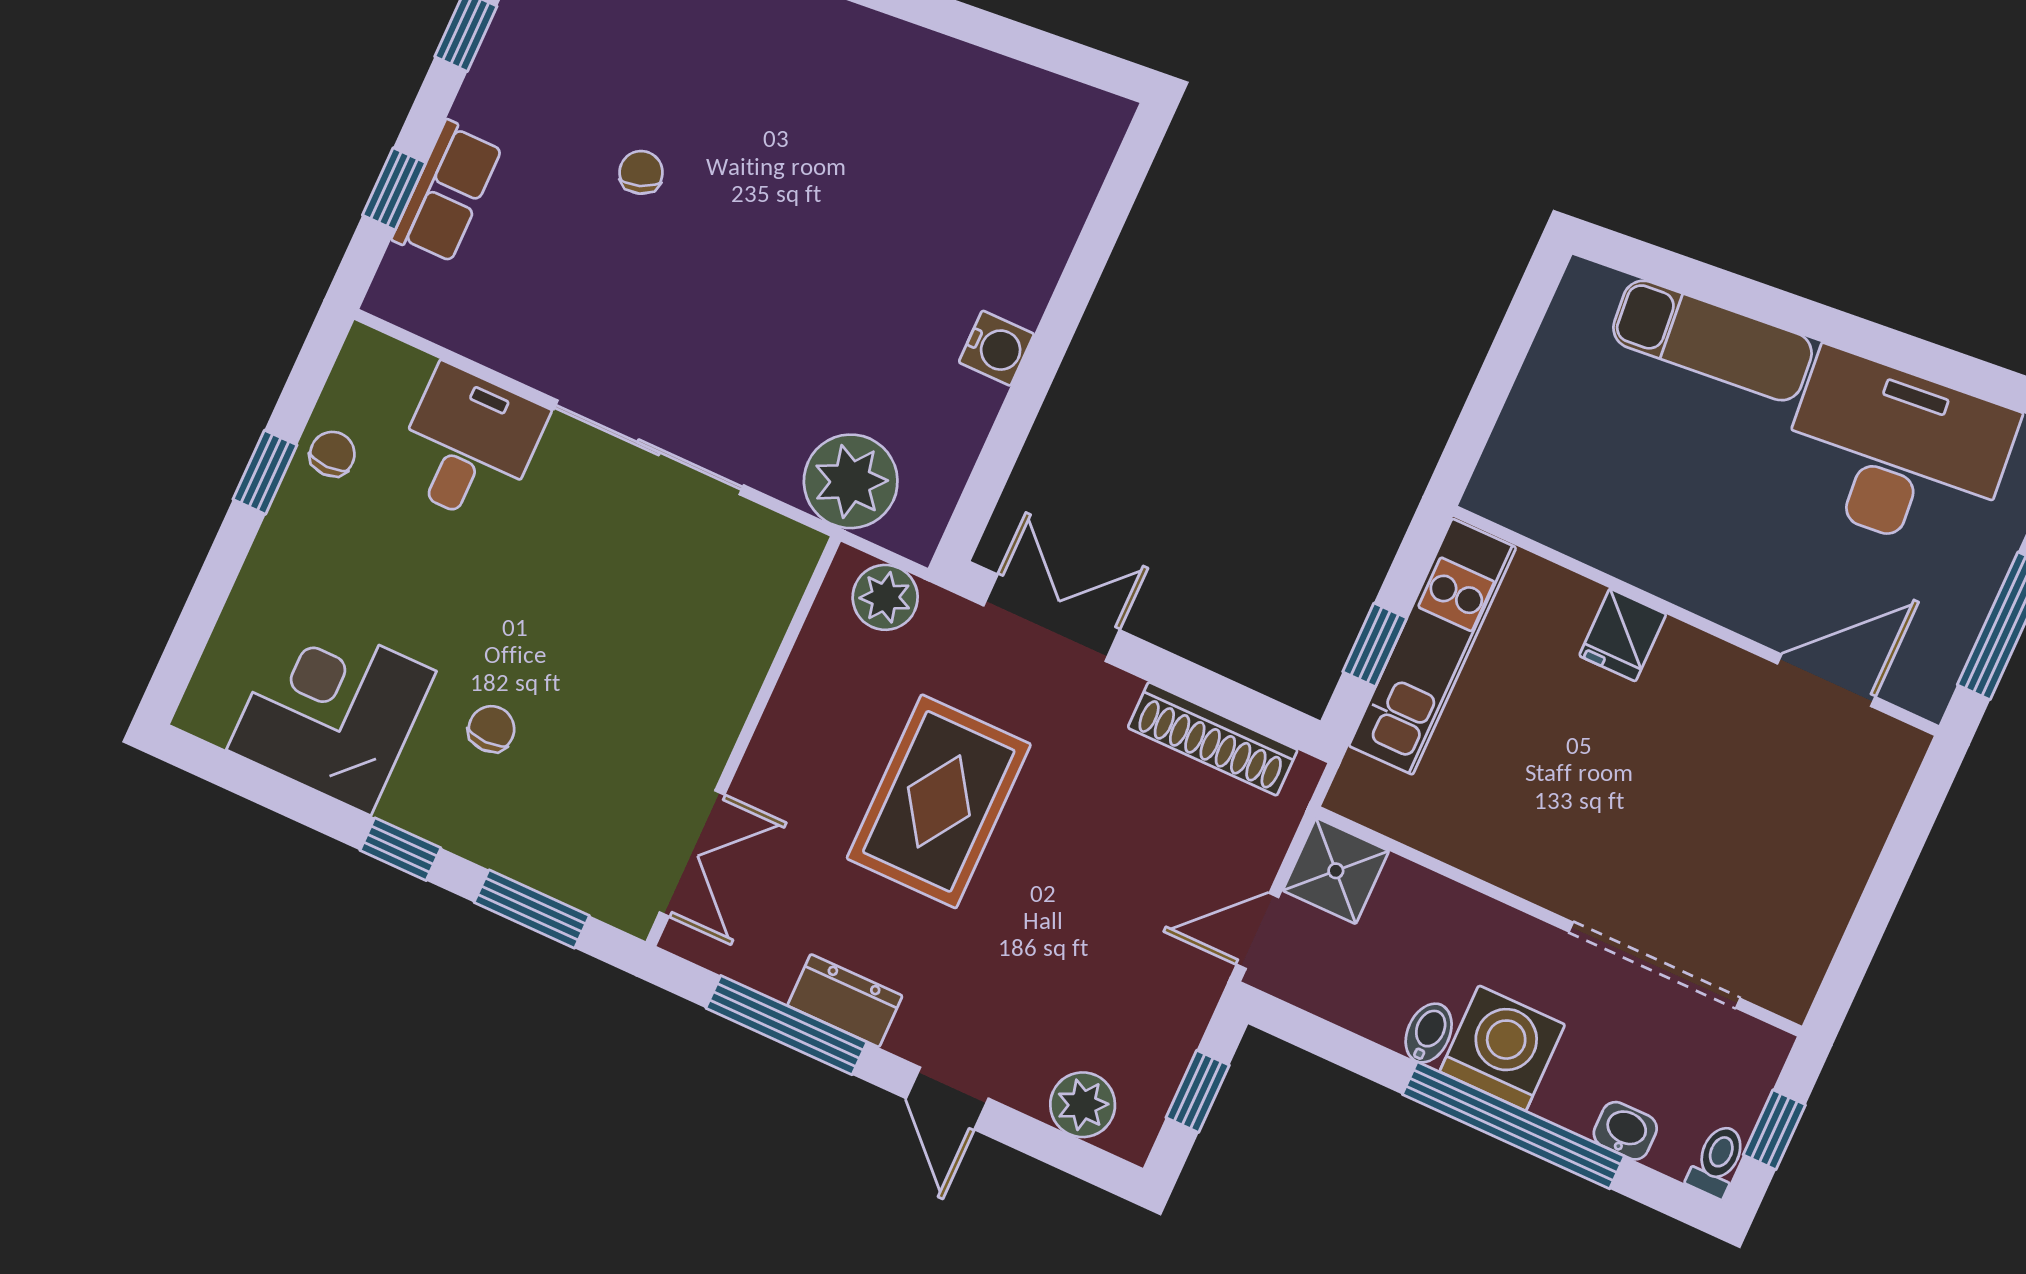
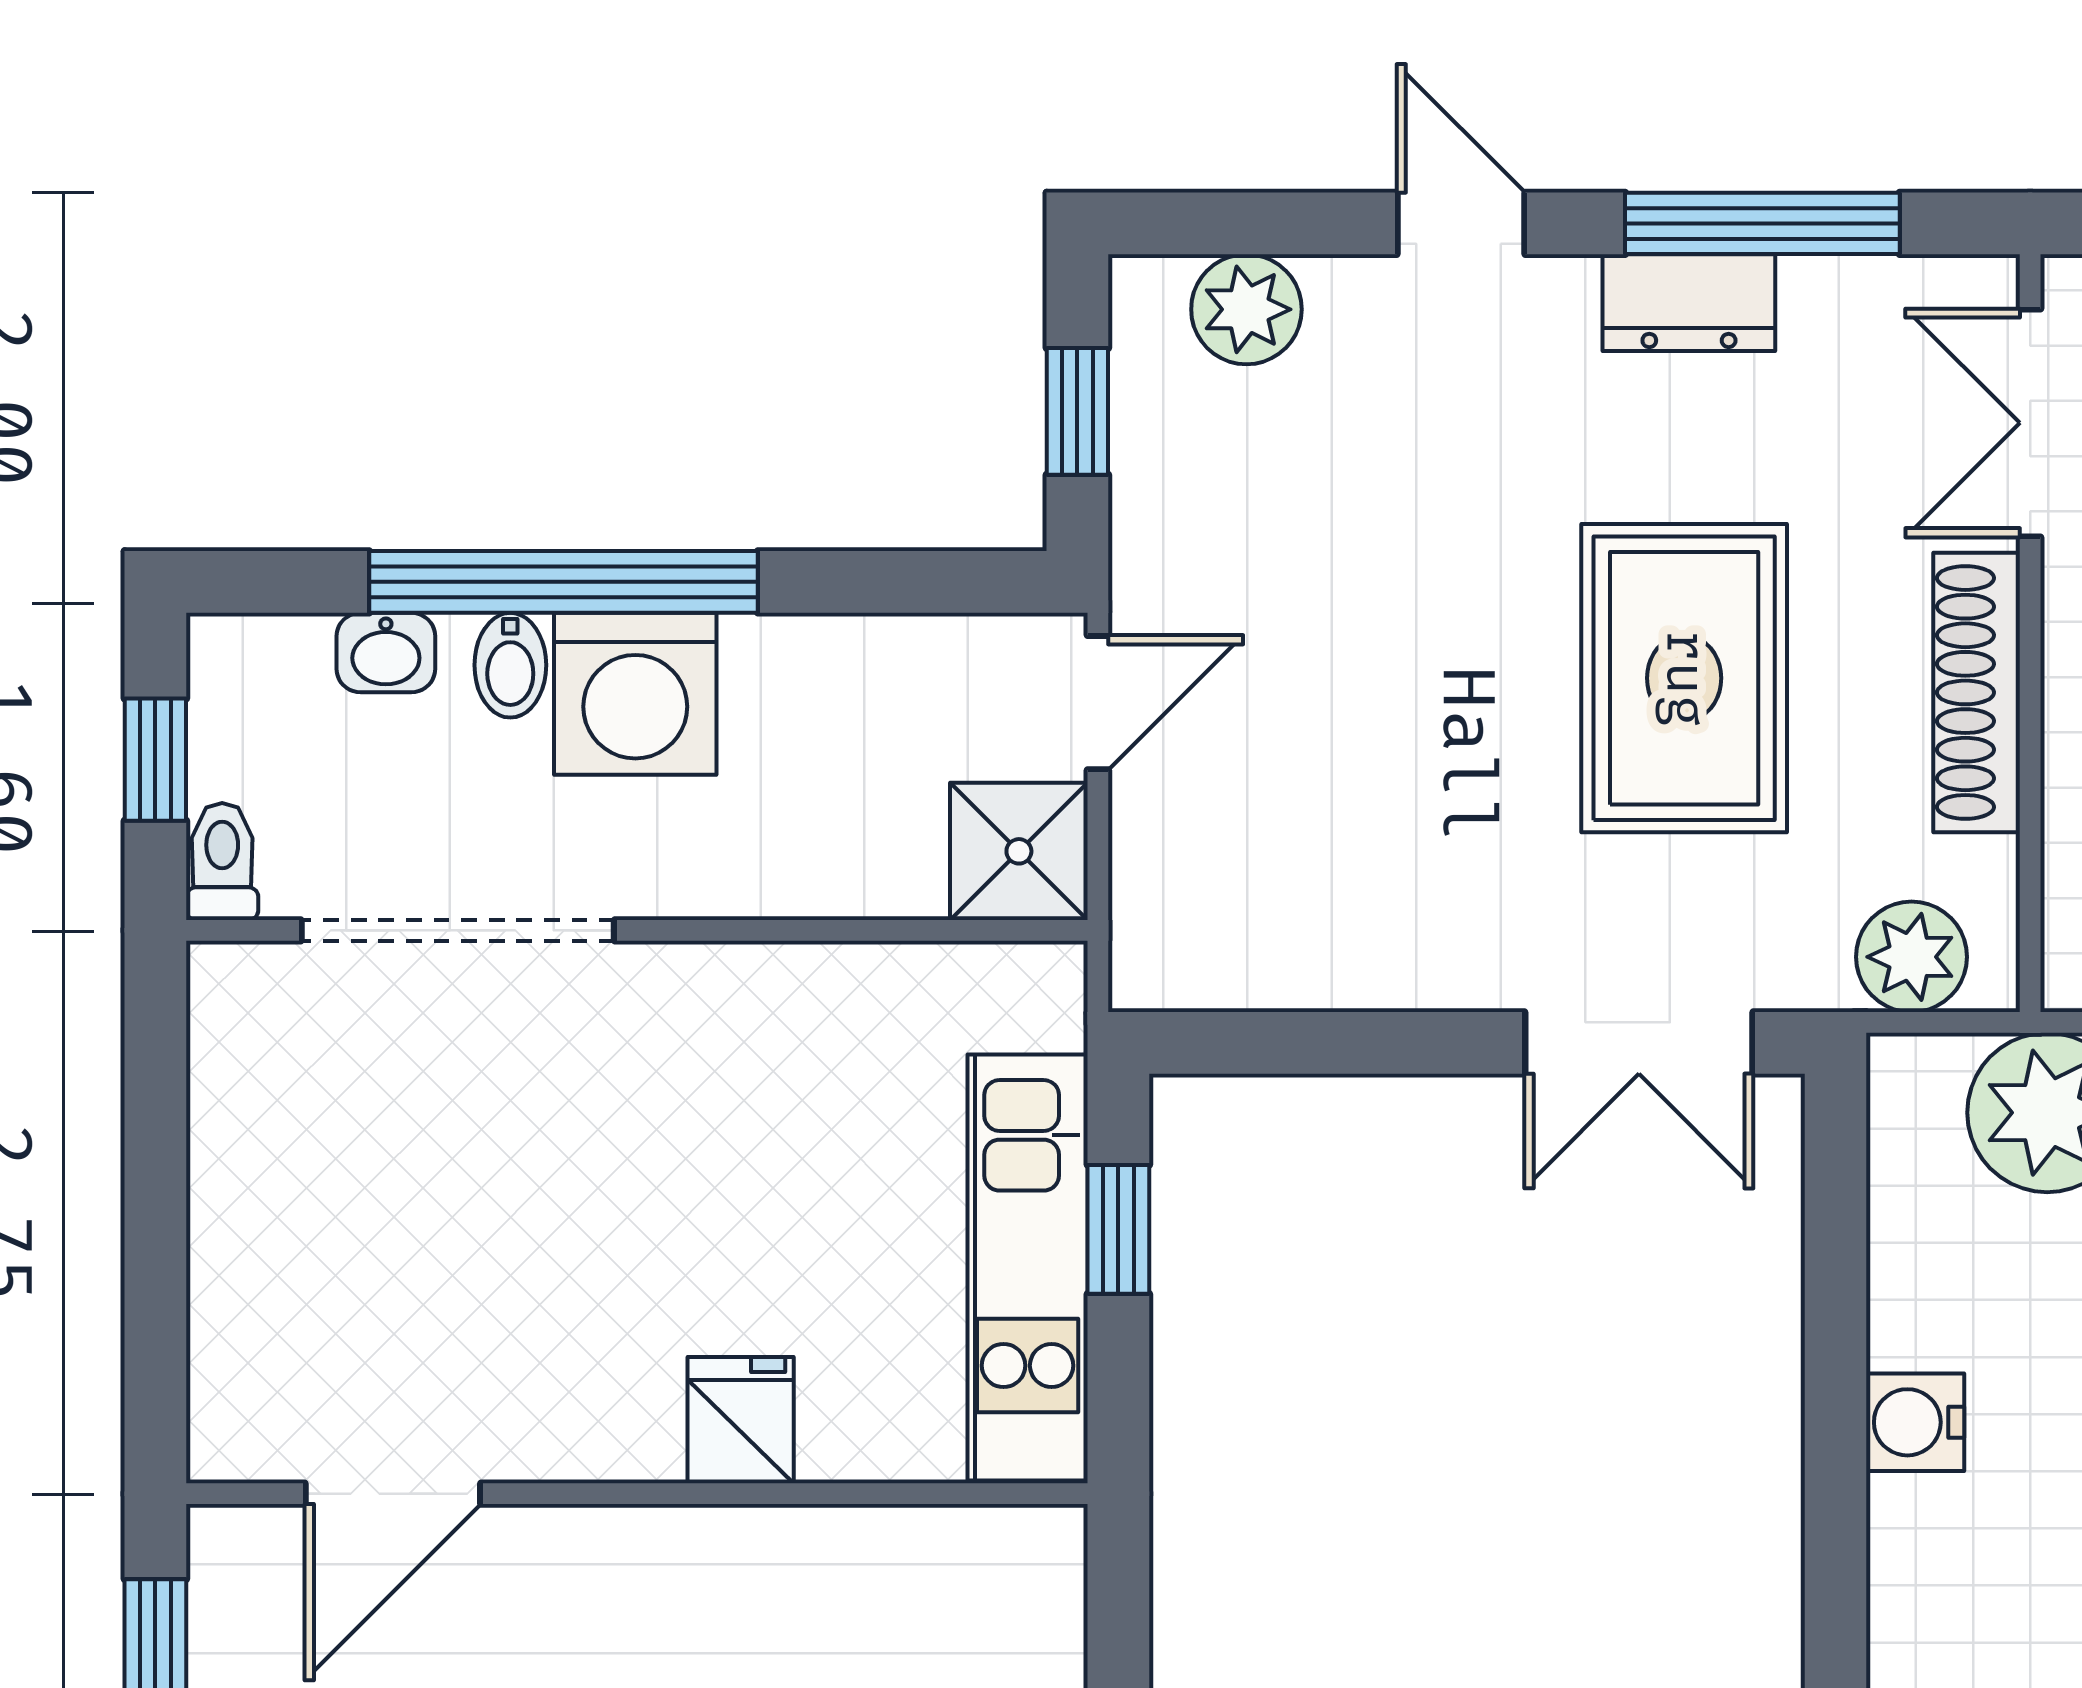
shoe rack: (1213, 739) -> (1977, 692), moved, turned -90
bidet: (1429, 1033) -> (510, 665), moved
toilet: (1717, 1161) -> (222, 861), moved, turned 180

